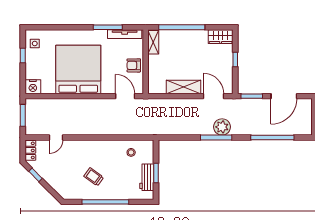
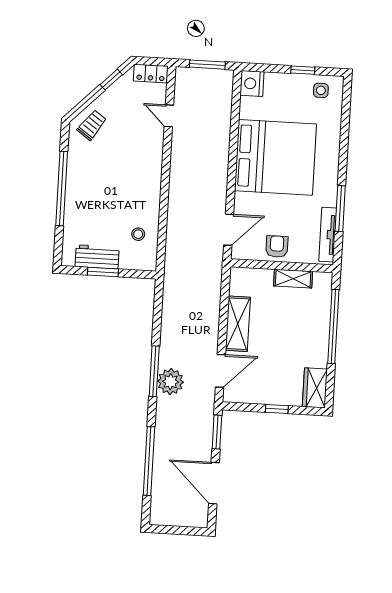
shelving: (153, 42) -> (293, 279), moved
trolley: (94, 177) -> (92, 125), moved

